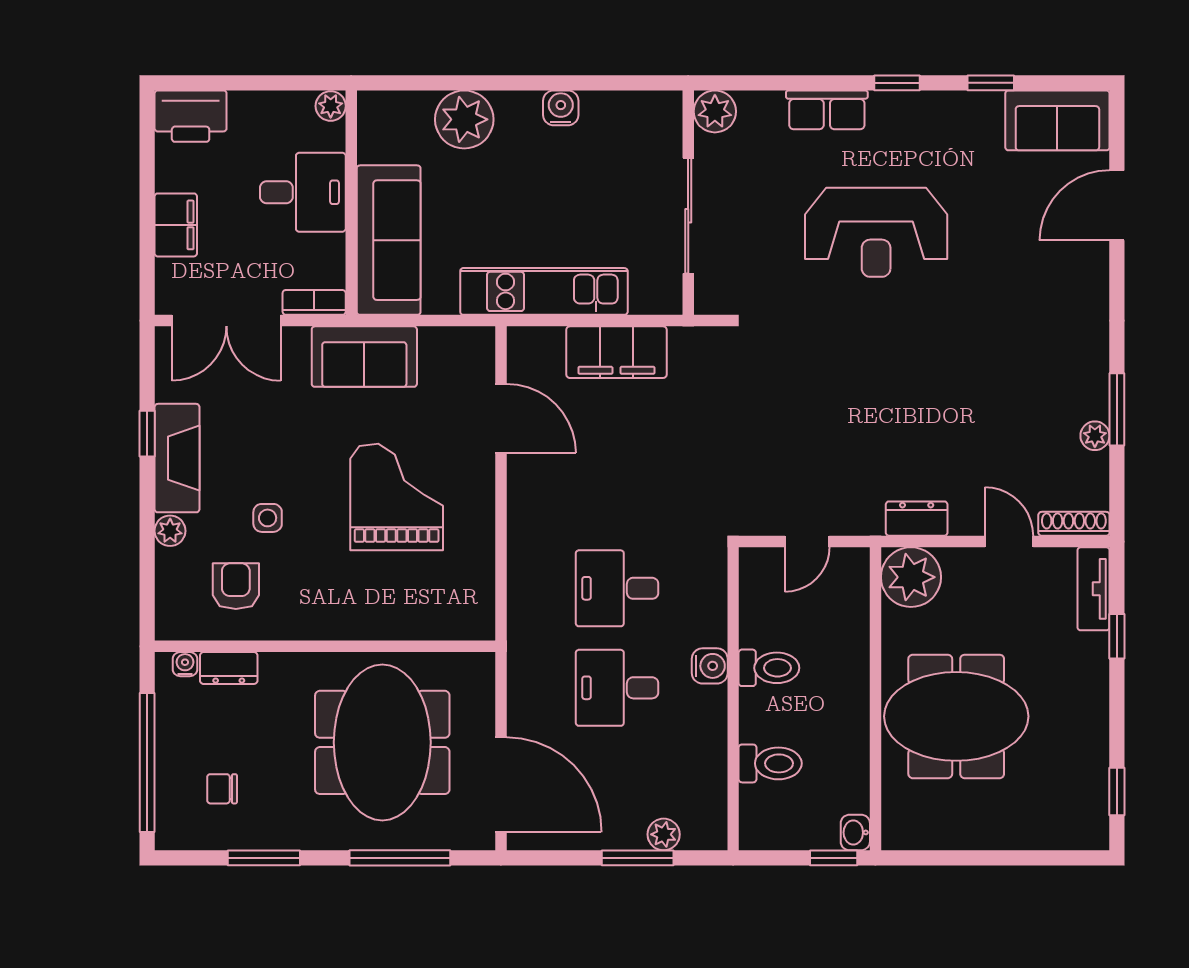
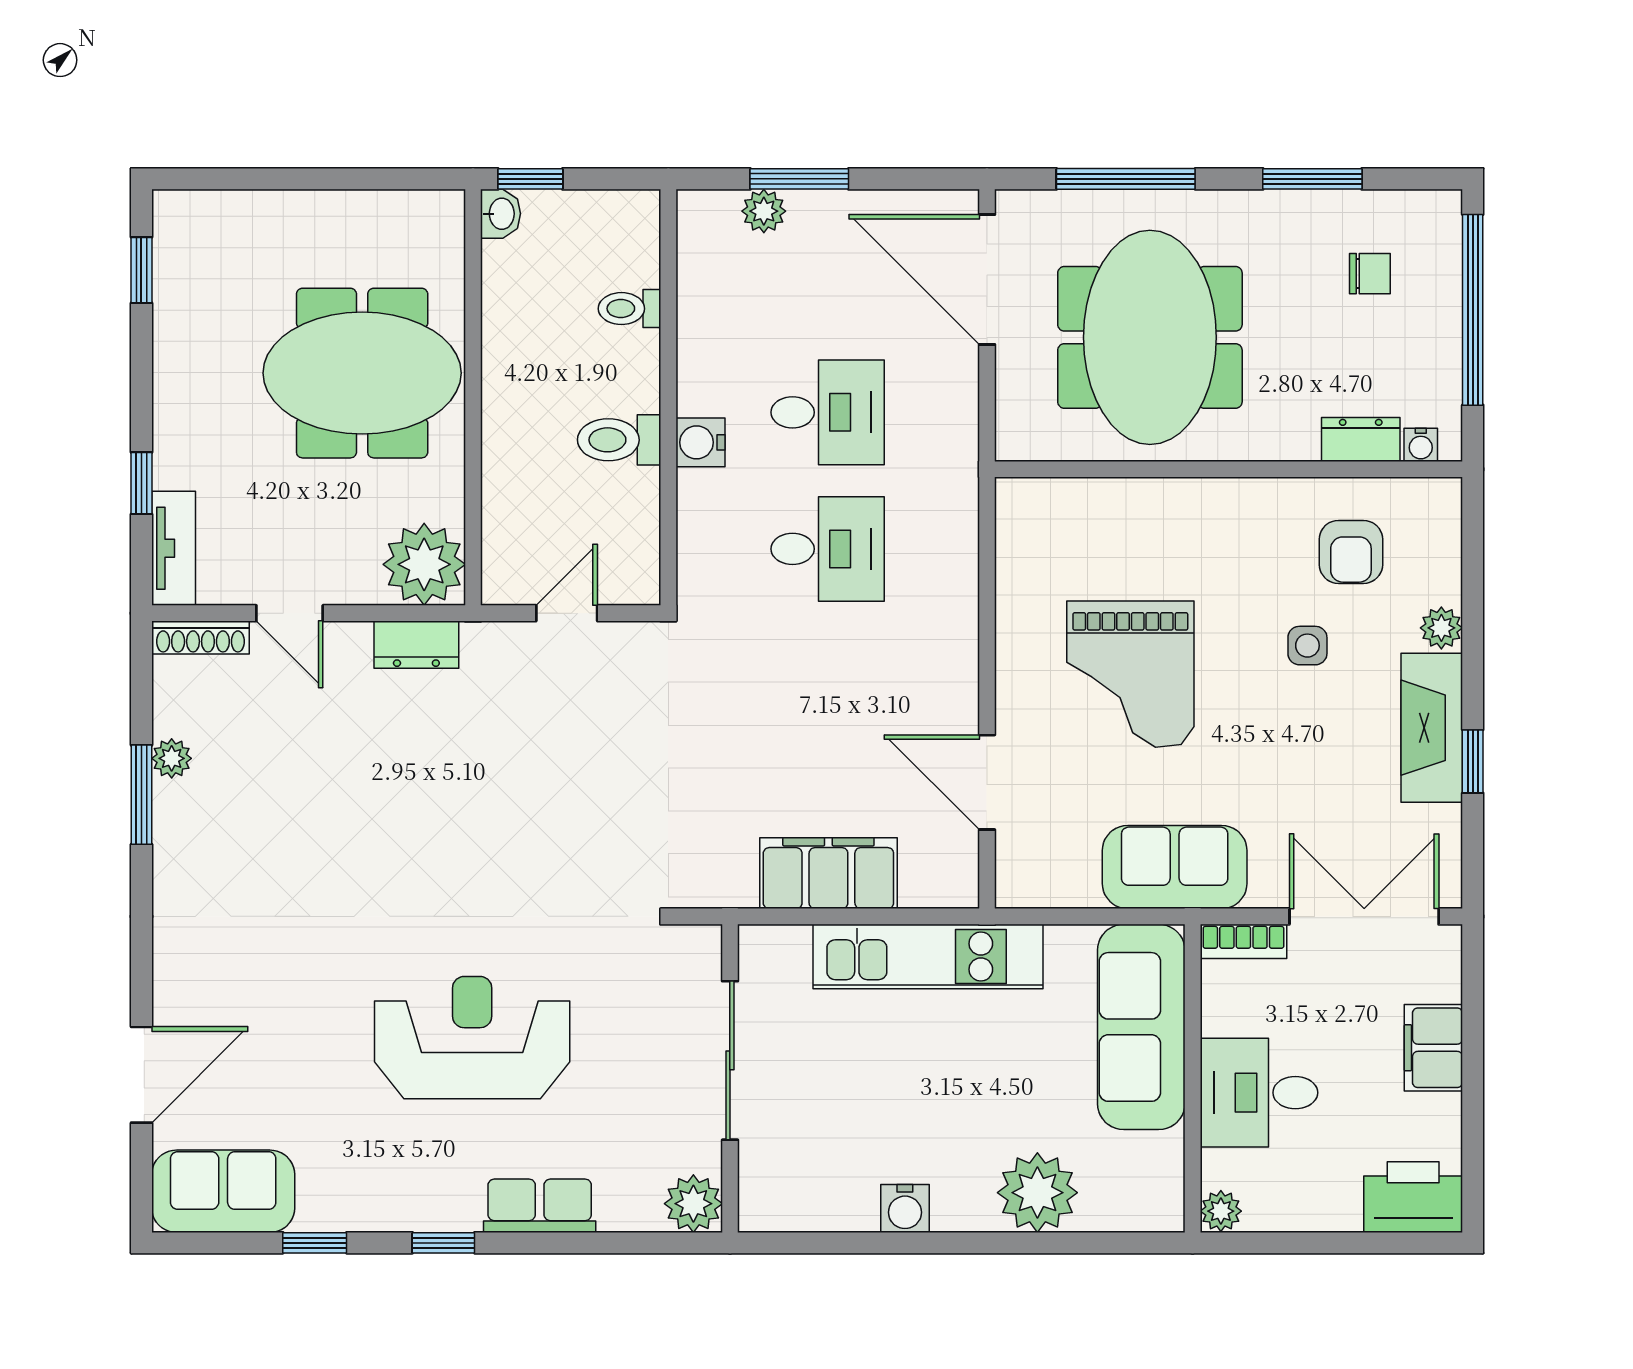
toilet: (770, 763) -> (629, 309), width x0.73, depth x0.72

